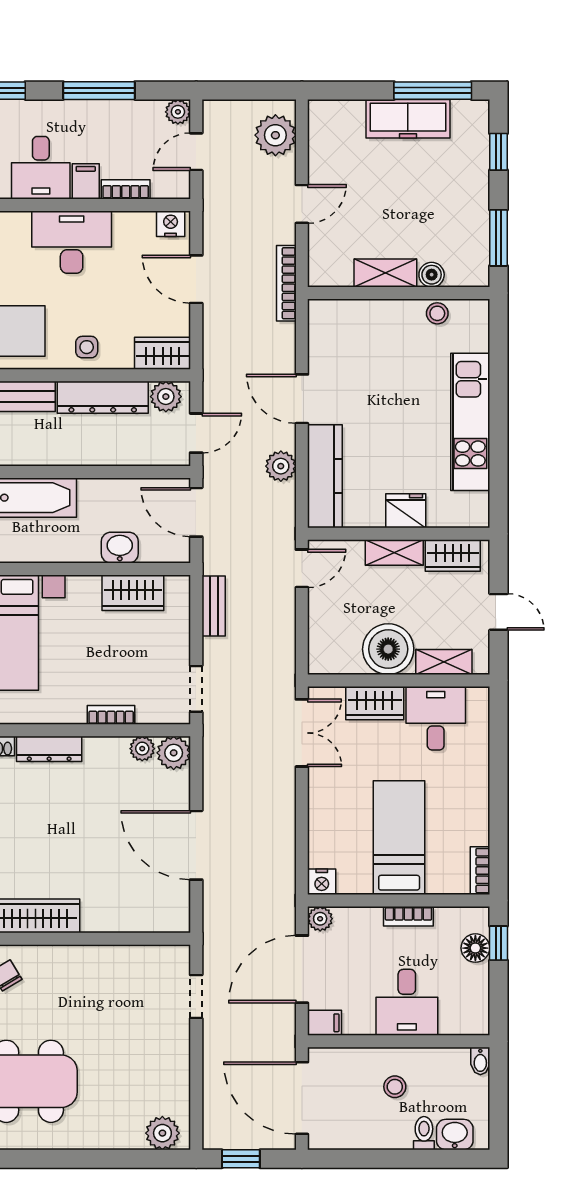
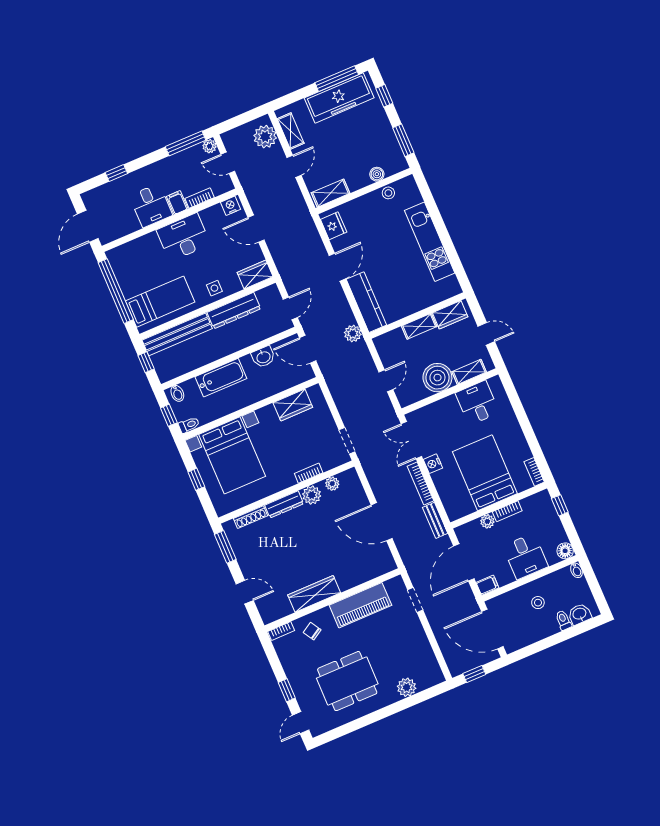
window: (99, 91) -> (186, 143), moved
freezer: (408, 119) -> (339, 98), width x1.36, depth x1.26
shelving: (321, 144) -> (291, 131), added
door: (196, 152) -> (228, 163), hinge flipped
shelving: (385, 273) -> (331, 193), moved
bookcase: (286, 283) -> (420, 484), moved
plant: (166, 397) -> (266, 296), removed
door: (302, 399) -> (337, 267), swing flipped
plant: (281, 466) -> (353, 334), moved
fridge: (406, 511) -> (334, 226), moved, turned 90
washbasin: (120, 548) -> (263, 357), moved, turned 180
door: (302, 568) -> (386, 381), moved
bench: (214, 606) -> (435, 520), moved
wardrobe: (375, 703) -> (443, 408), removed
double door: (302, 733) -> (411, 440), swing flipped
plant: (174, 753) -> (312, 495), moved
bed: (399, 838) -> (485, 473), width x1.50
nightstand: (322, 882) -> (433, 464), moved, turned 90
plant: (320, 919) -> (487, 521), moved
floor lamp: (475, 948) -> (565, 551), moved
piano: (103, 967) -> (360, 605), added
plant: (162, 1133) -> (407, 687), moved

